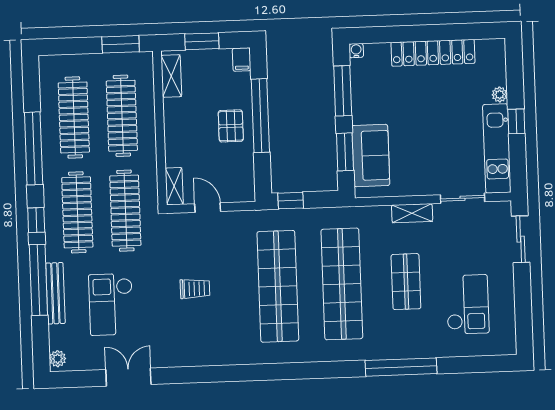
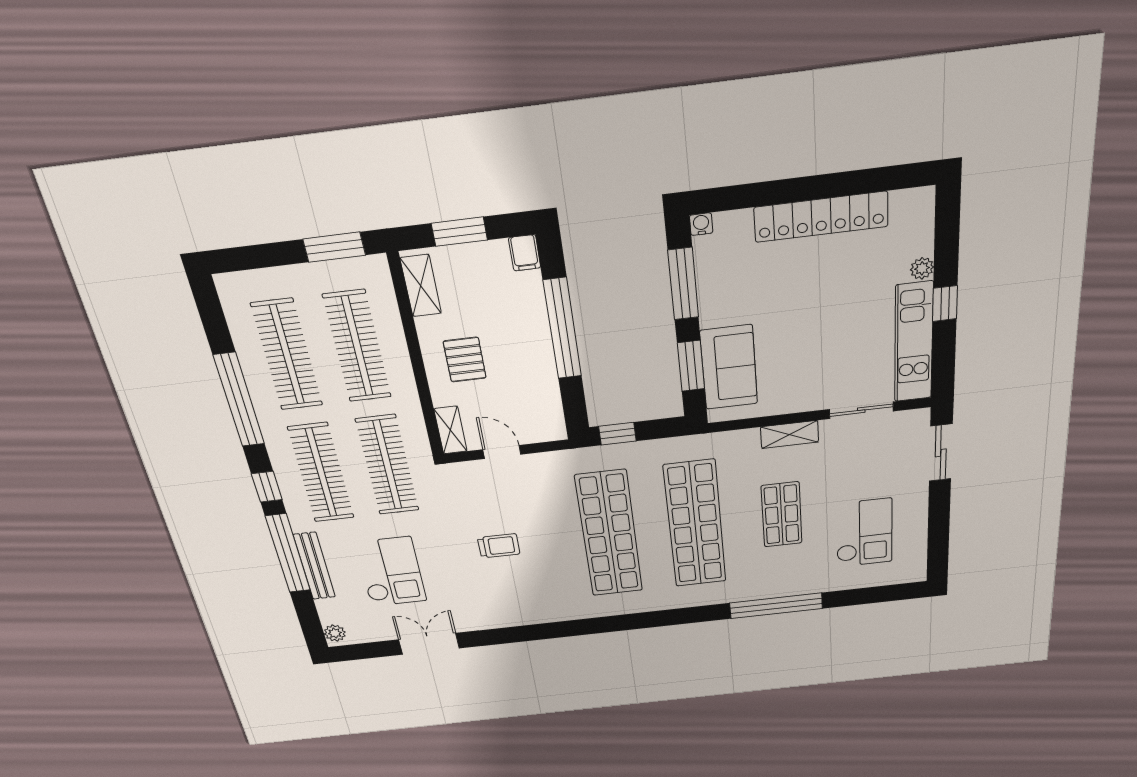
pallet: (231, 126) -> (465, 360), moved
checkout: (111, 304) -> (391, 572), turned 180

